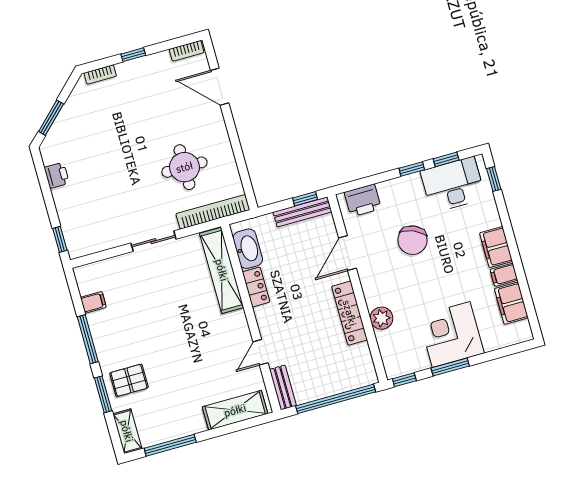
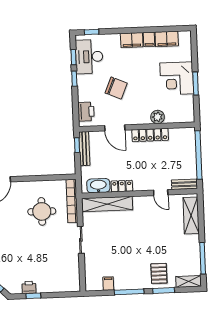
window: (60, 239) -> (33, 296), moved
window: (404, 380) -> (197, 112), removed

